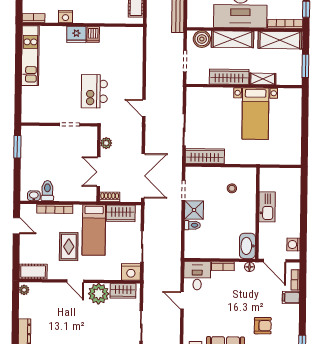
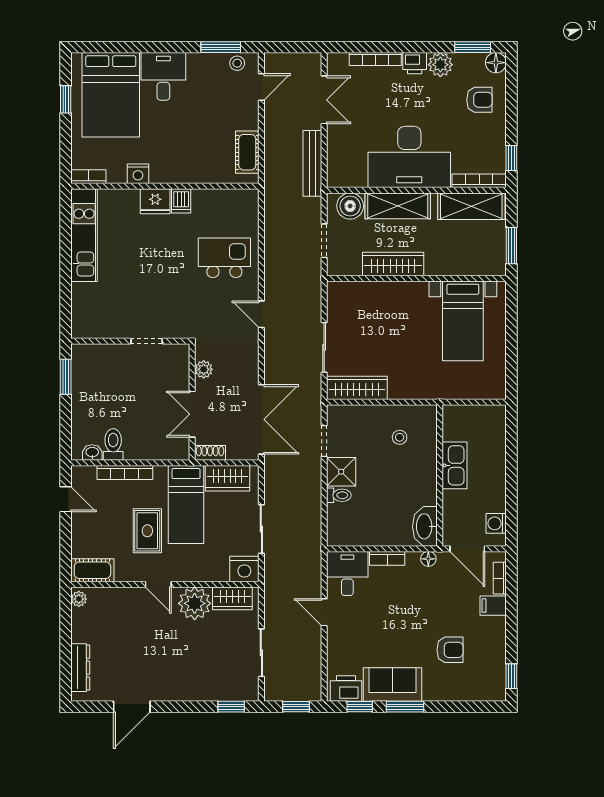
shelving: (263, 79) -> (445, 267), removed
kitchen island: (94, 91) -> (224, 258), moved, turned 90
bed with nightstands: (255, 114) -> (463, 321), moved

